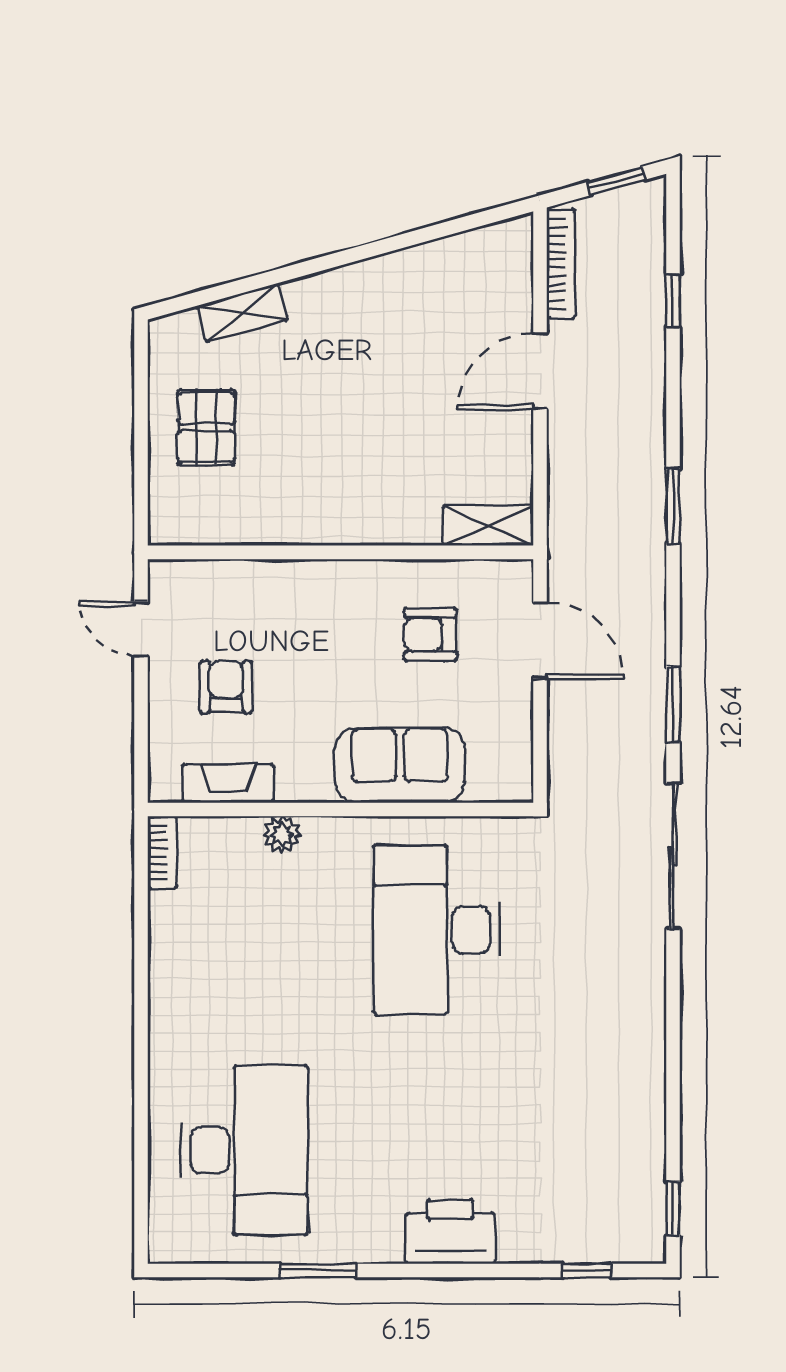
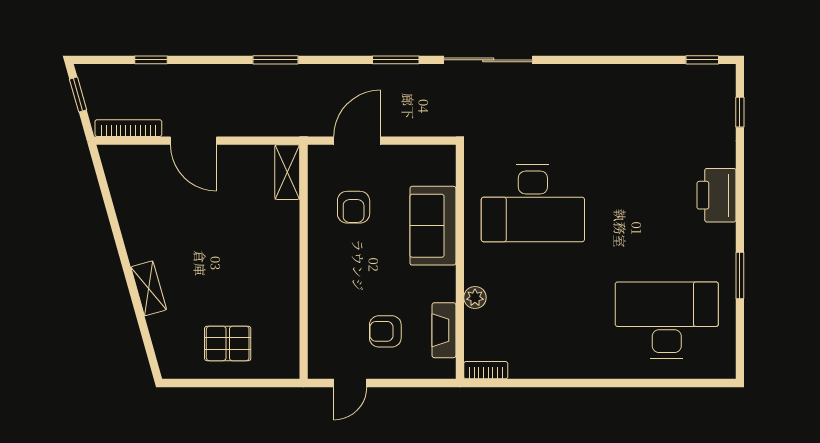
shelving: (242, 313) -> (149, 288), moved

